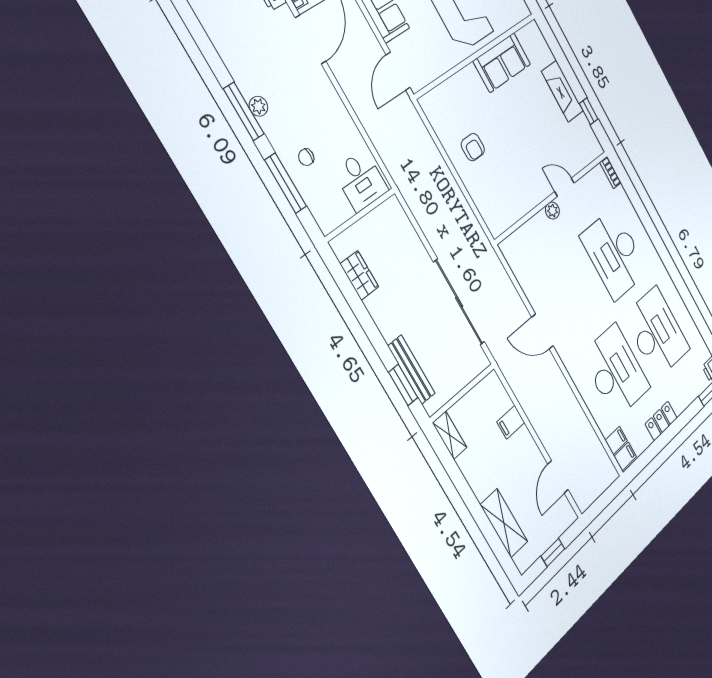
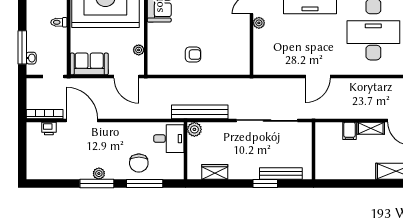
plant: (437, 69) -> (139, 50), added
chair: (306, 157) -> (139, 163), width x1.87, depth x1.87
bench: (416, 202) -> (200, 112), added
plant: (392, 209) -> (194, 129), added
window: (403, 385) -> (265, 183), moved
shelving: (450, 435) -> (371, 128), moved

